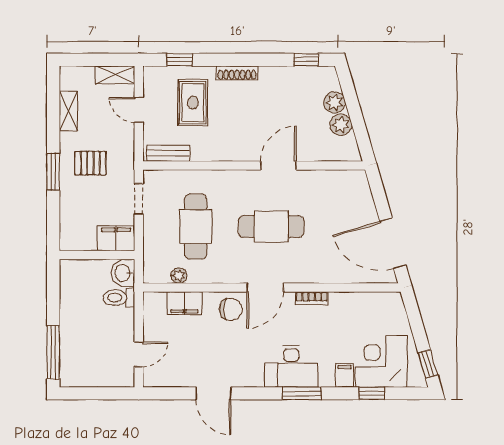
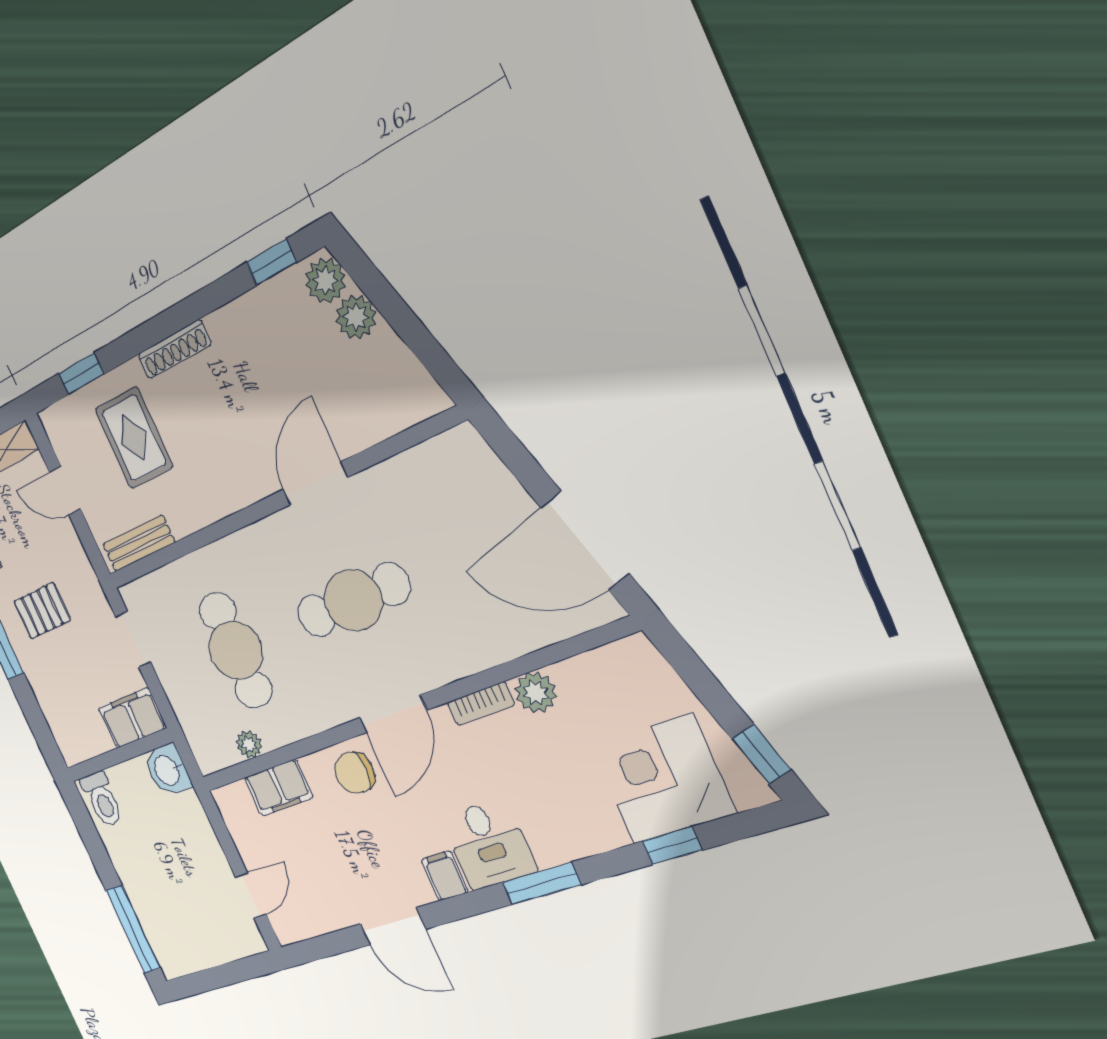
plant: (341, 125) -> (325, 280), moved
toilet: (119, 298) -> (102, 799), moved, turned -90
plant: (340, 302) -> (536, 693), added
chair: (231, 309) -> (355, 773), turned 180
desk: (291, 366) -> (488, 844), width x0.73
filing cabinet: (345, 375) -> (445, 876), moved

